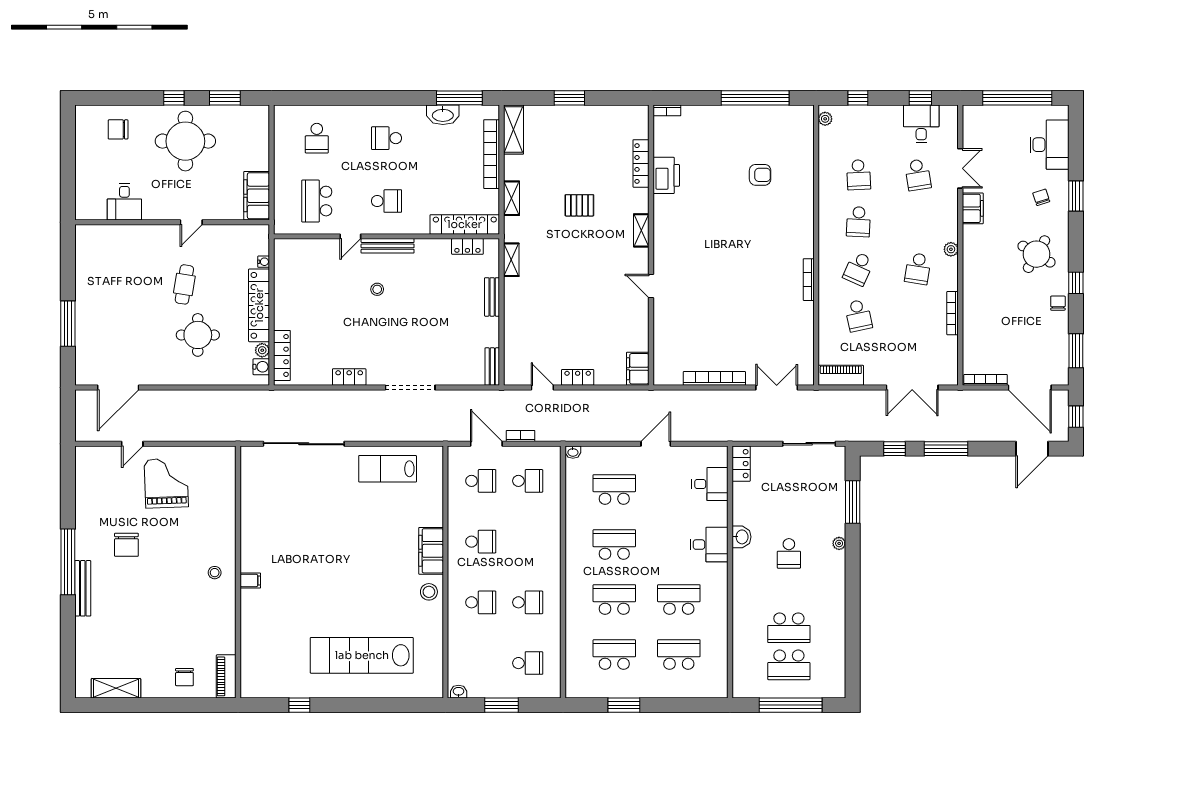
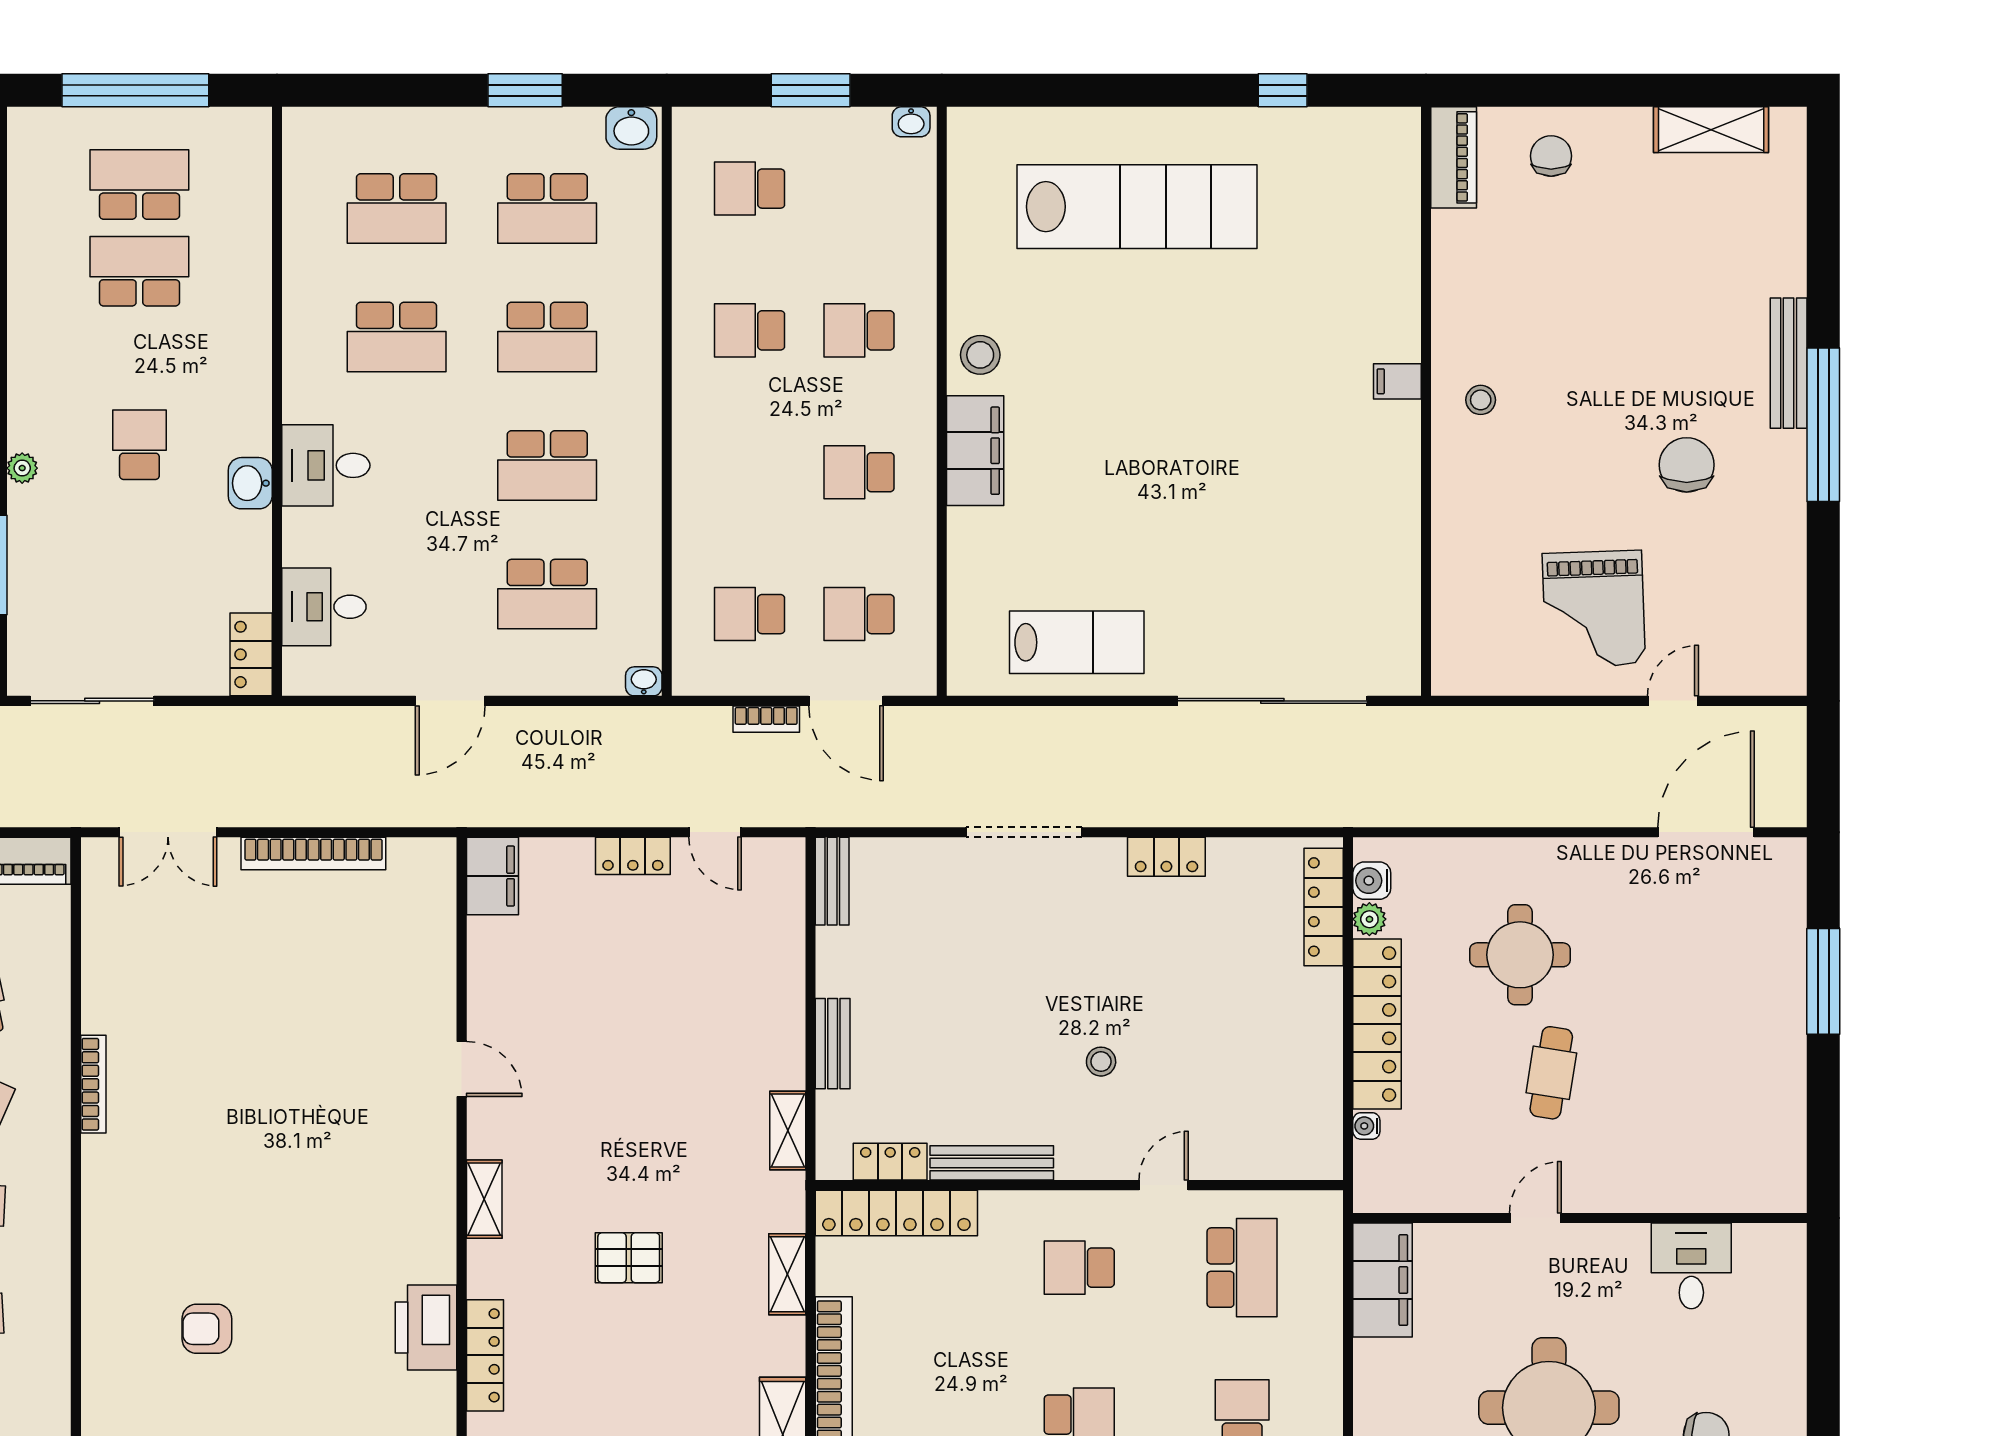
bench: (388, 246) -> (992, 1163), moved
washbasin: (578, 689) -> (631, 128), added

